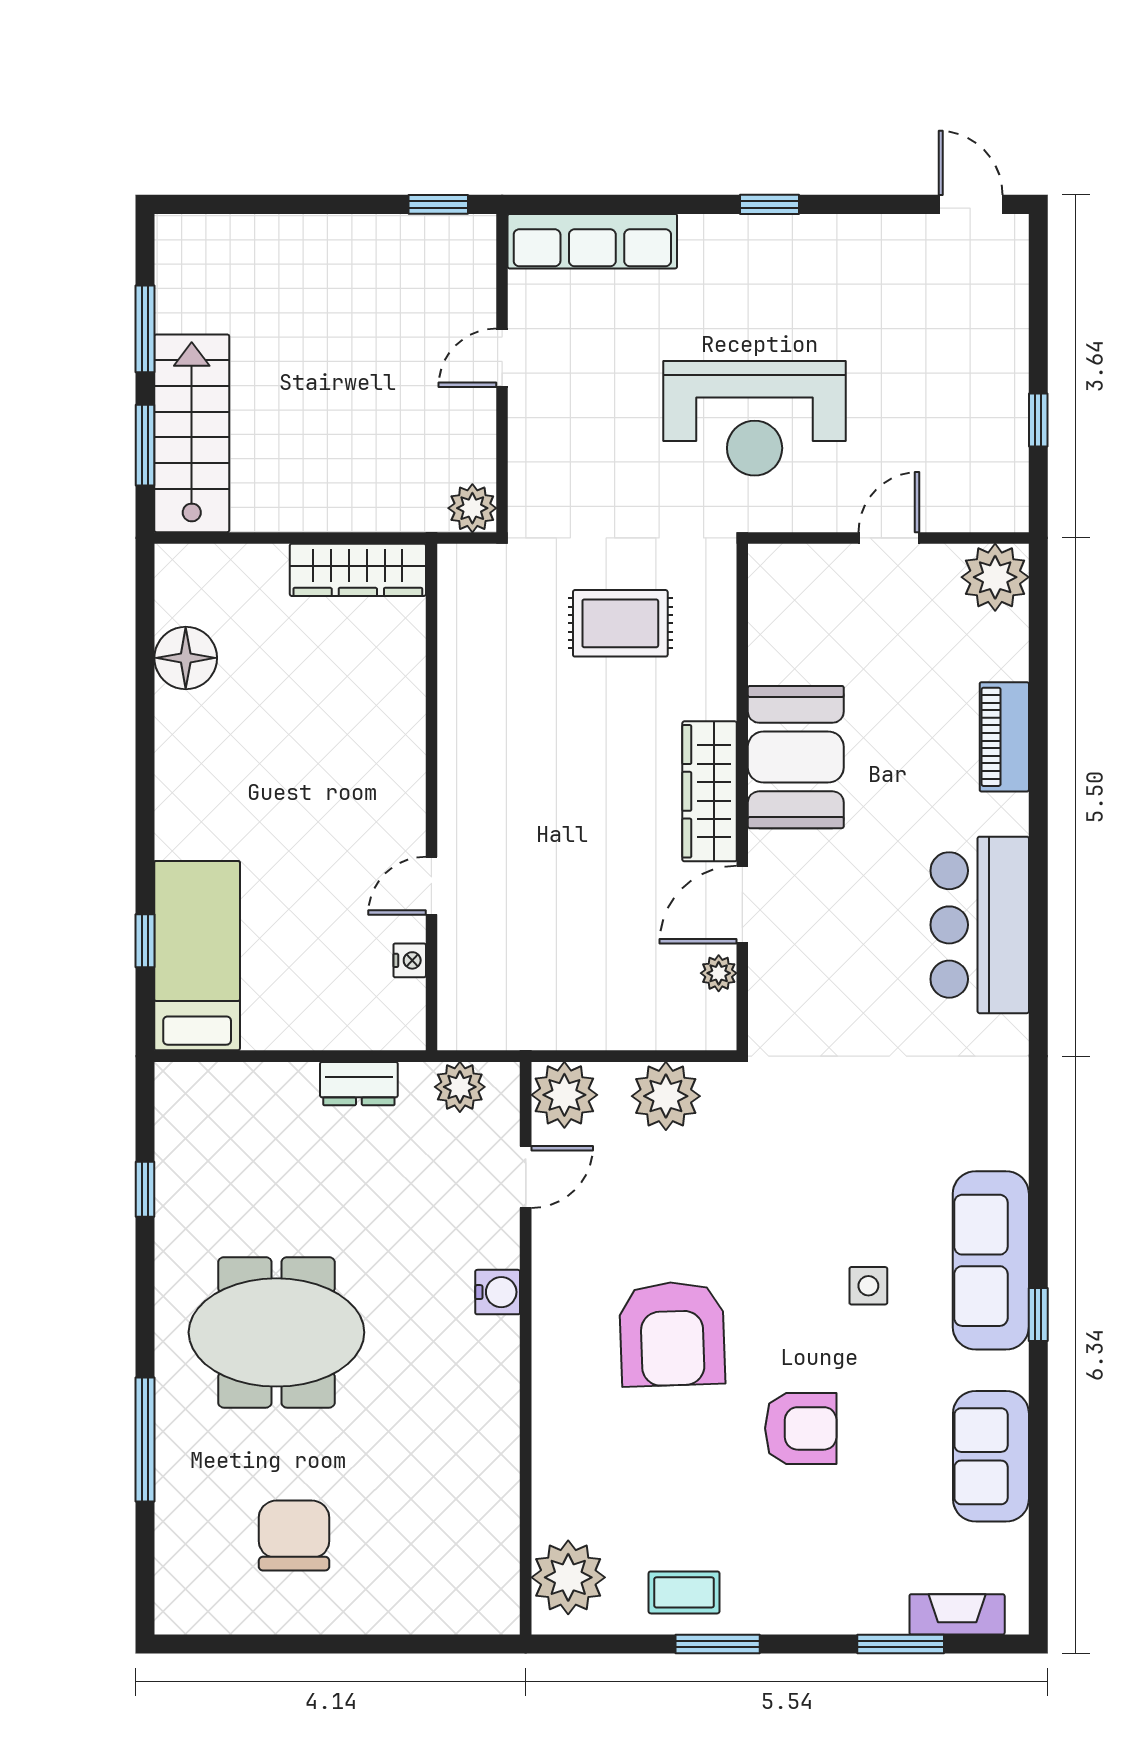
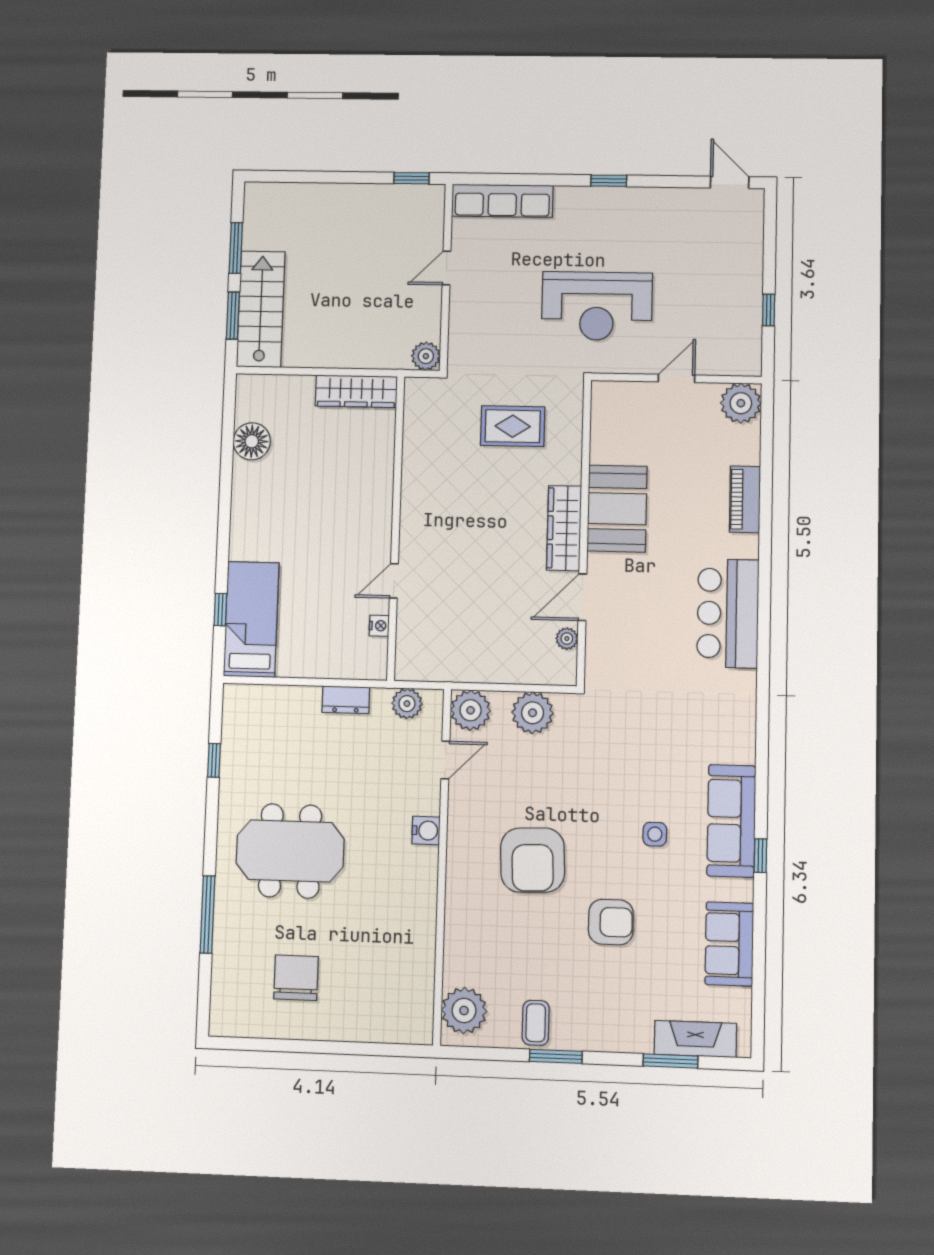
coffee table: (684, 1592) -> (536, 1023), turned 90
fireplace: (957, 1614) -> (695, 1039), width x1.37, depth x1.32

